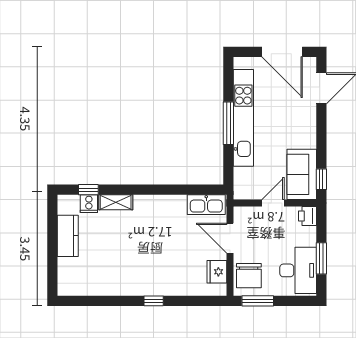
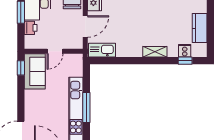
shelving: (116, 202) -> (155, 52), moved
printer: (308, 216) -> (31, 28), moved
door: (230, 238) -> (85, 26), hinge flipped

